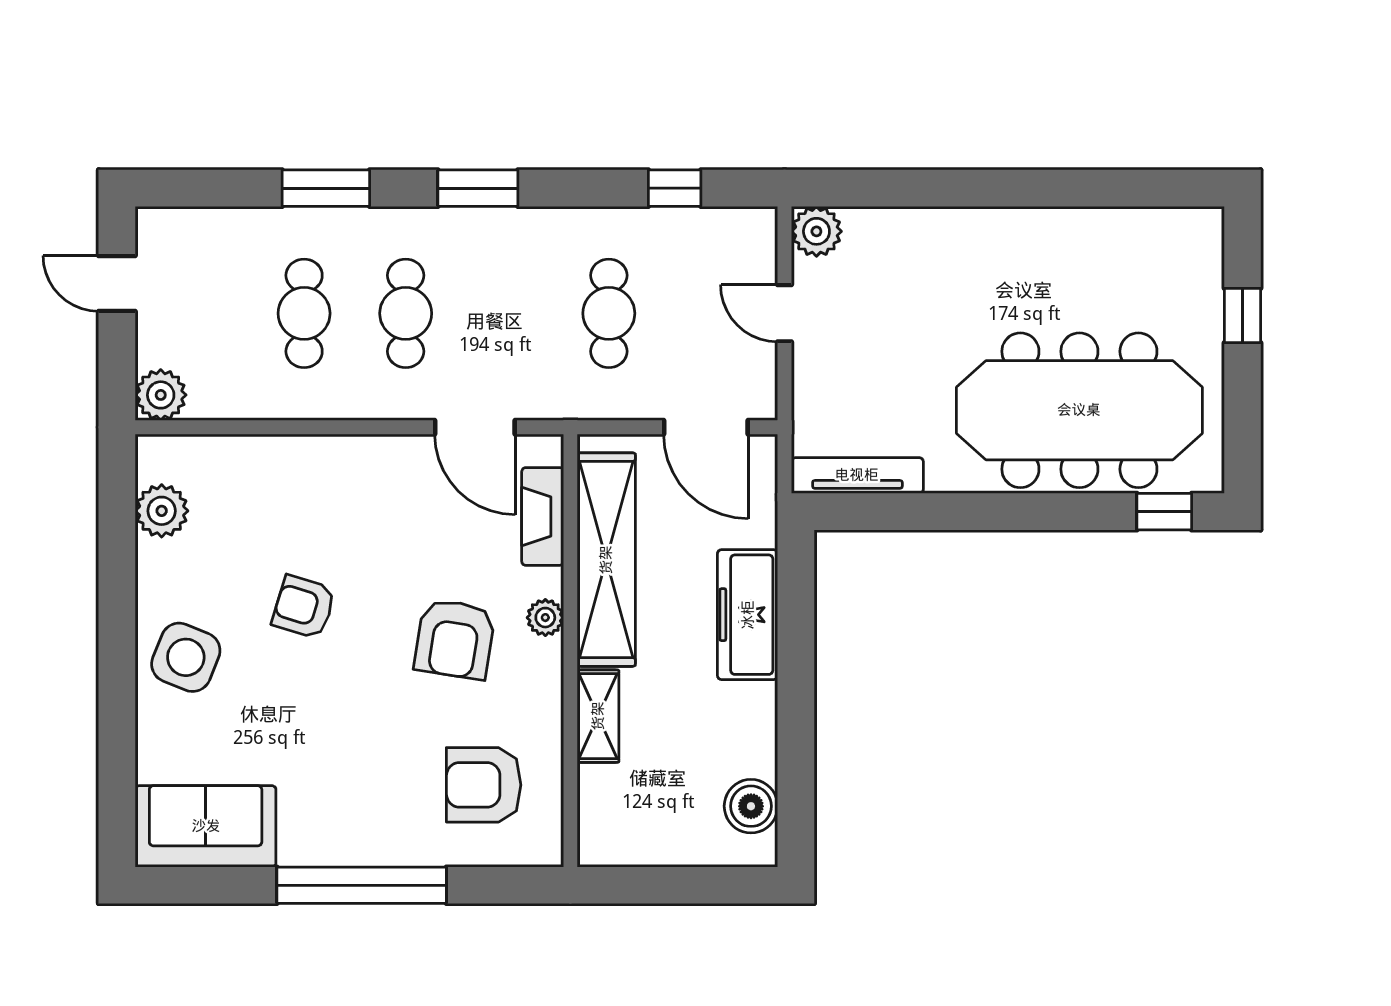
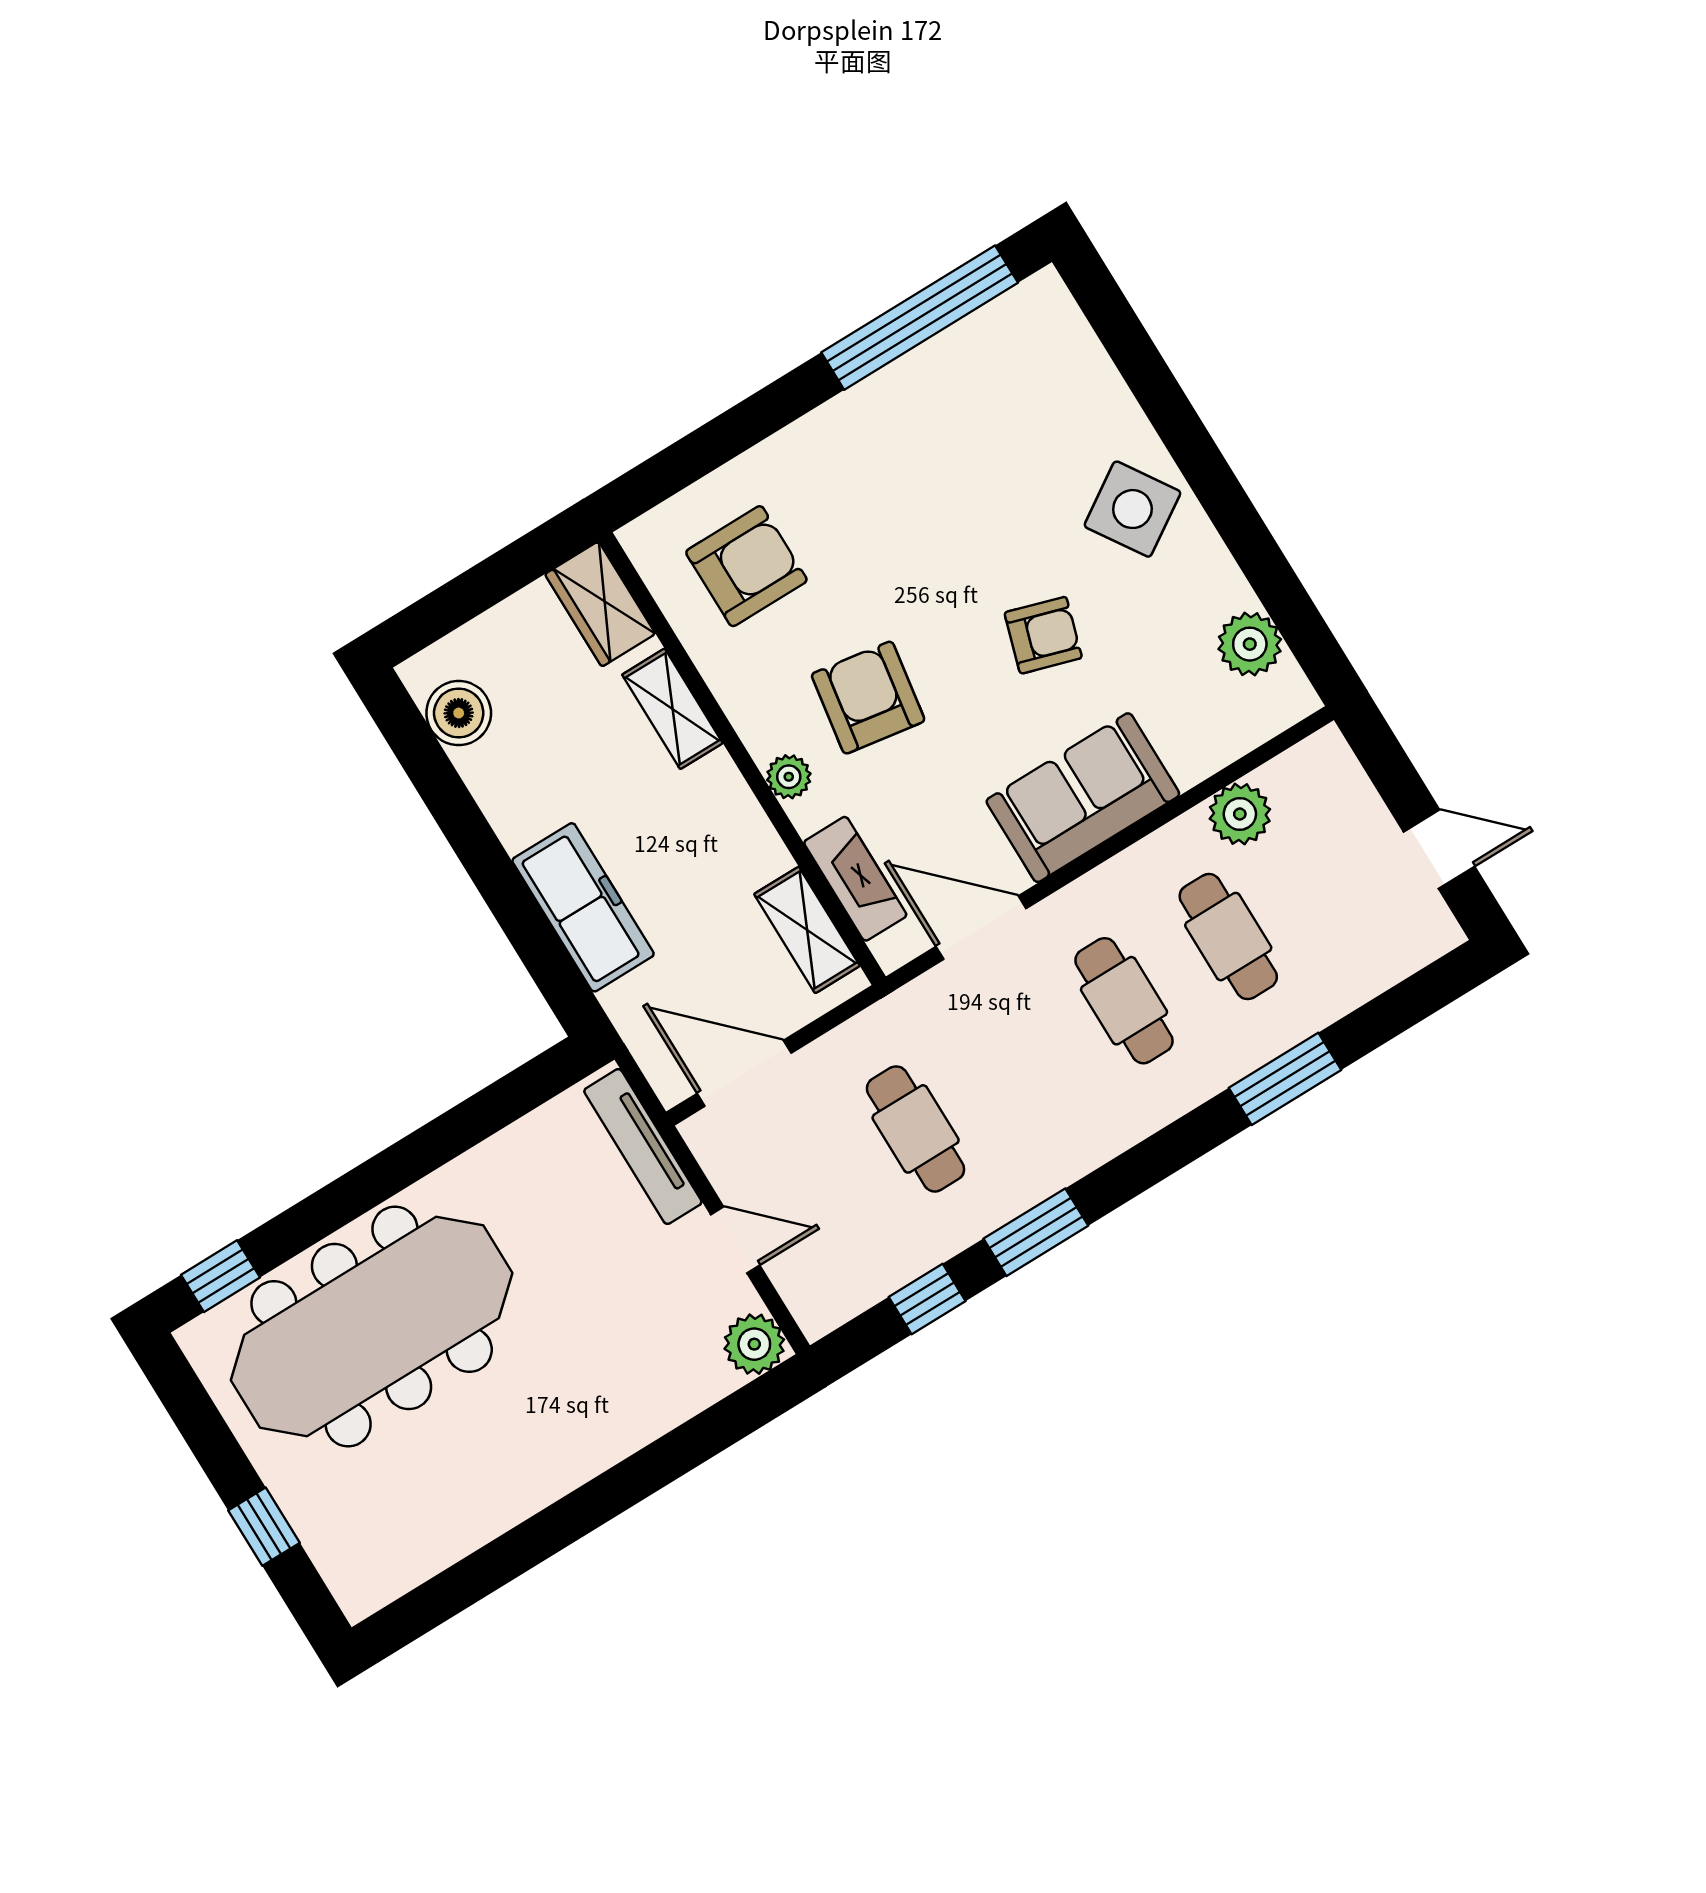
window: (478, 188) -> (1036, 1232), moved
plant: (161, 395) -> (1240, 814), moved
tv unit: (857, 475) -> (643, 1147), moved, turned 90
shelving: (606, 560) -> (807, 930), width x0.45, depth x0.75
side table: (186, 657) -> (1132, 509), turned 35
wardrobe: (603, 822) -> (600, 604), added
sofa: (206, 826) -> (1083, 798), moved, turned 180
window: (362, 885) -> (920, 318), moved

